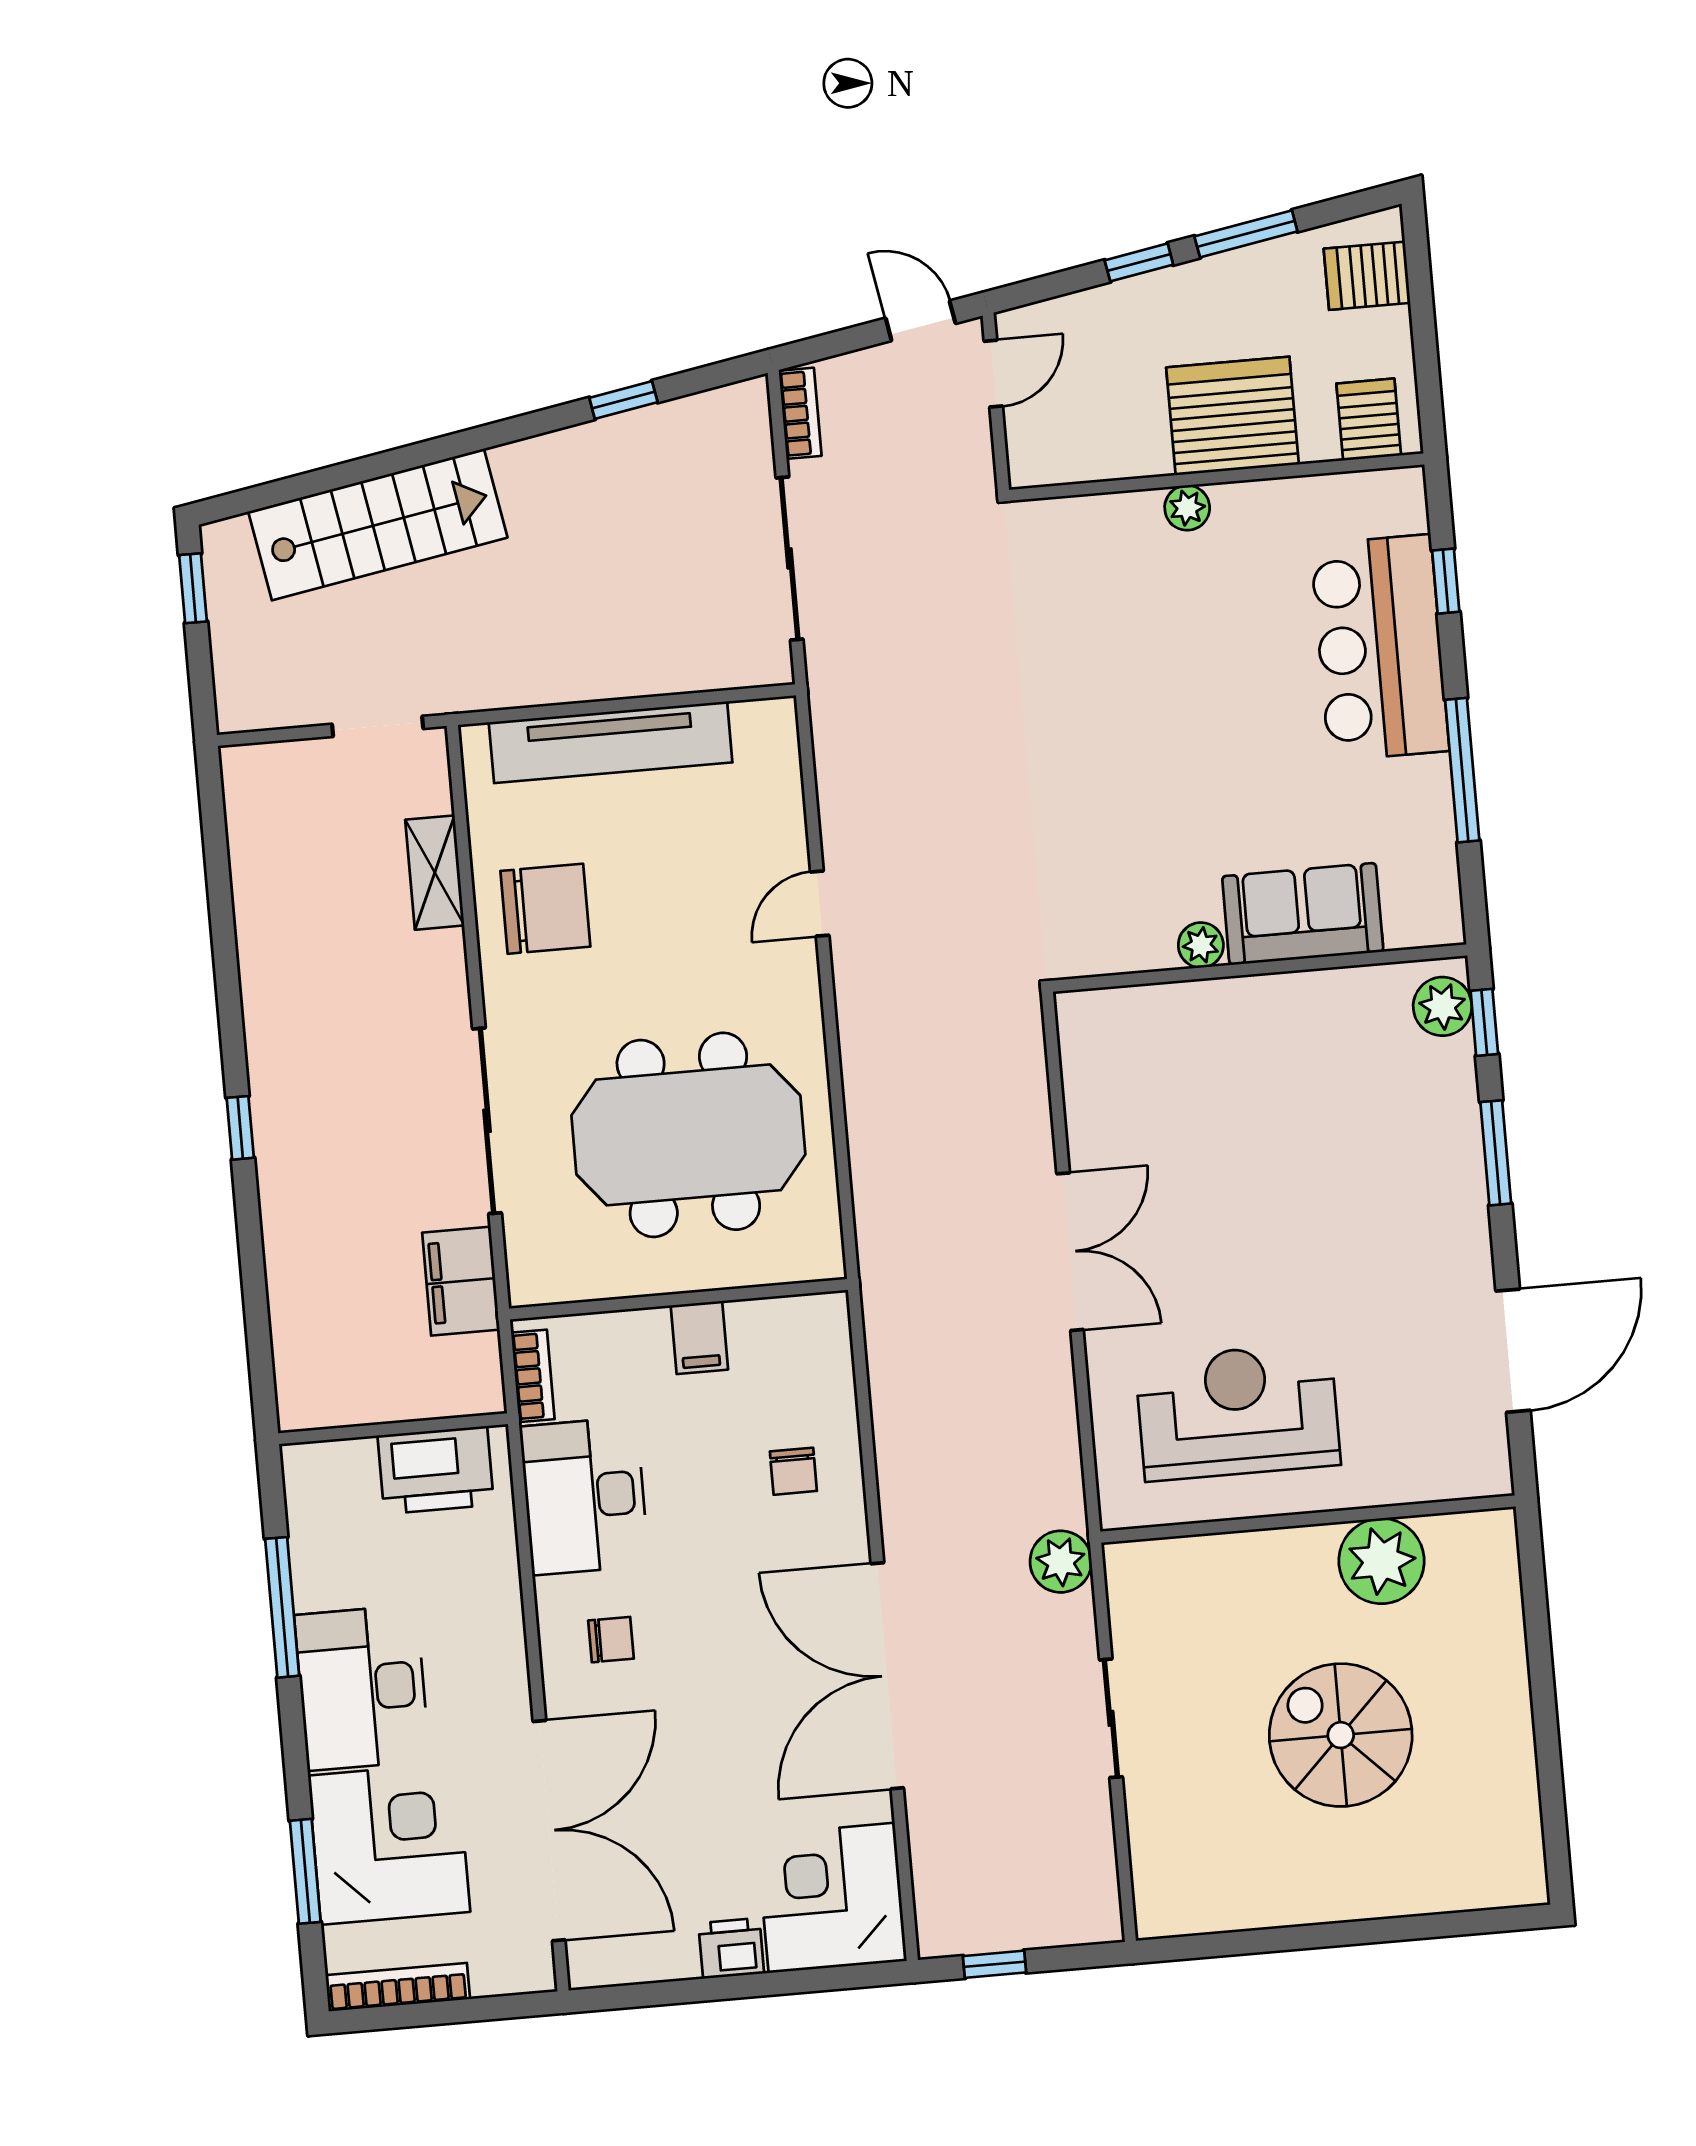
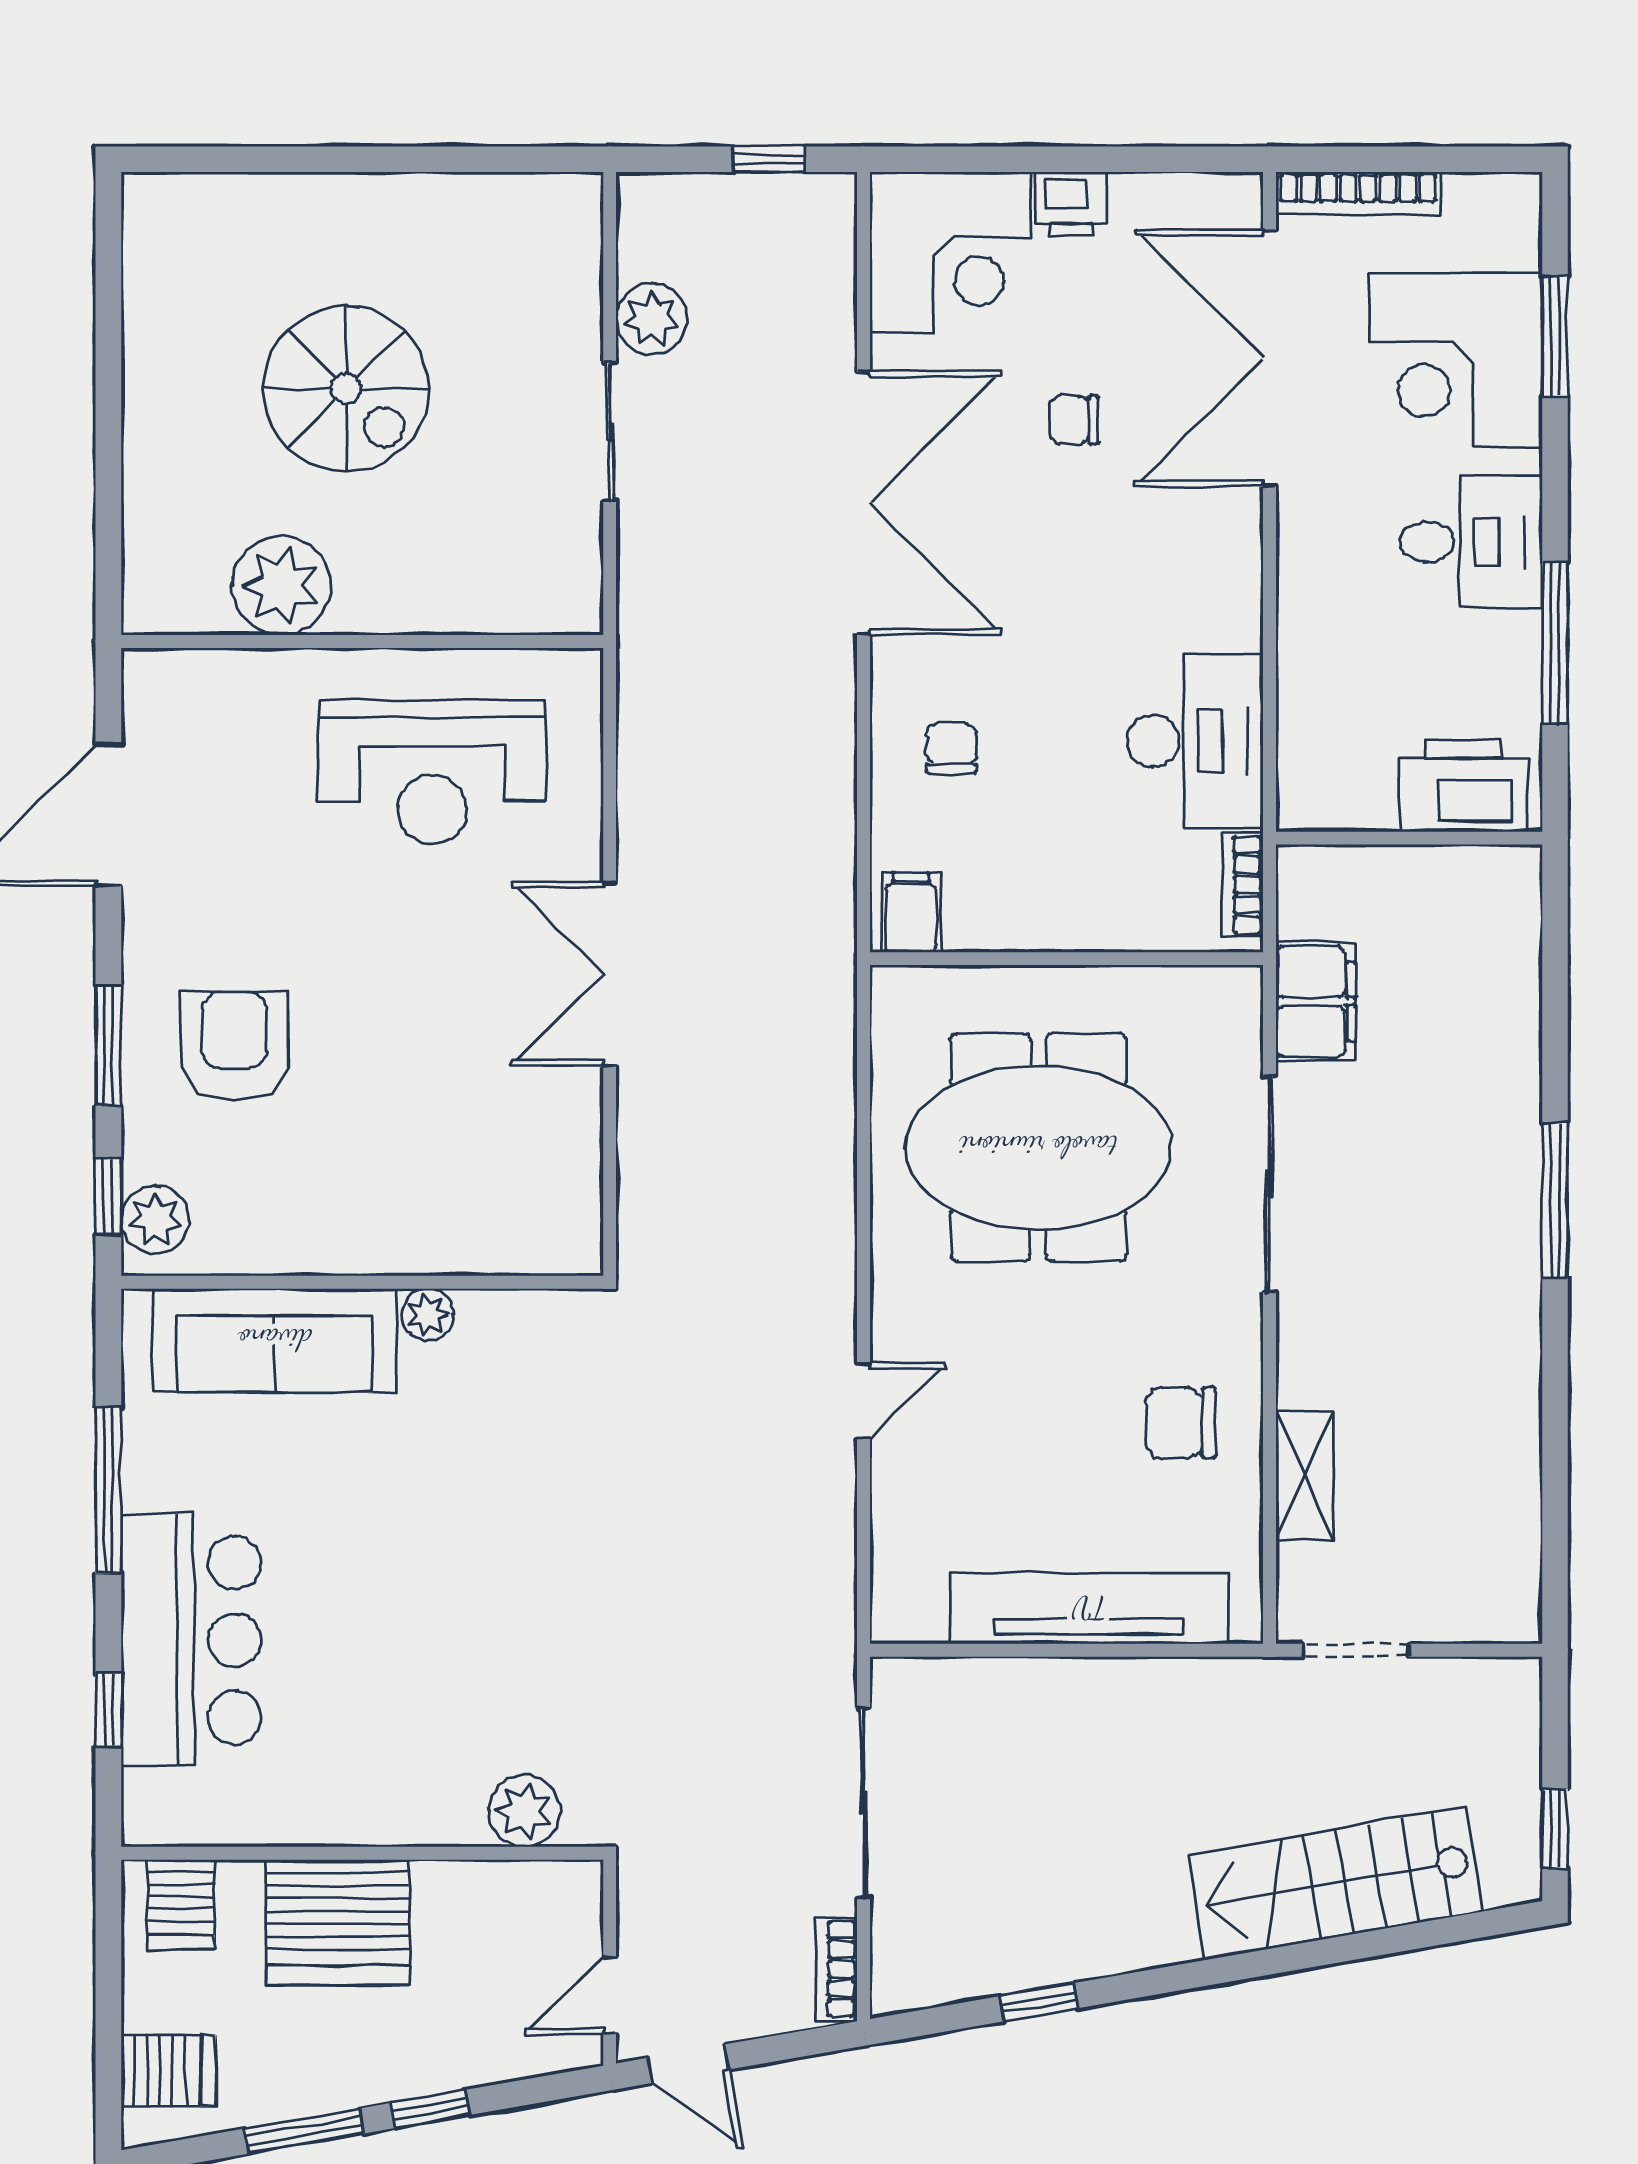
plant: (1187, 508) -> (524, 1811), moved, width x1.38, depth x1.38
chair: (545, 909) -> (1181, 1423), width x0.73, depth x0.73
sofa: (1303, 914) -> (275, 1340), width x1.36
window: (240, 1128) -> (1555, 1201), width x2.17
armchair: (1388, 1162) -> (234, 1045), added
filing cabinet: (699, 1338) -> (911, 912), moved
printer: (436, 1470) -> (1464, 786), moved
plant: (1061, 1562) -> (652, 319), moved
chair: (611, 1640) -> (1074, 420), moved
desk: (362, 1688) -> (1471, 542), width x0.73
bookcase: (398, 1987) -> (1358, 193), moved

